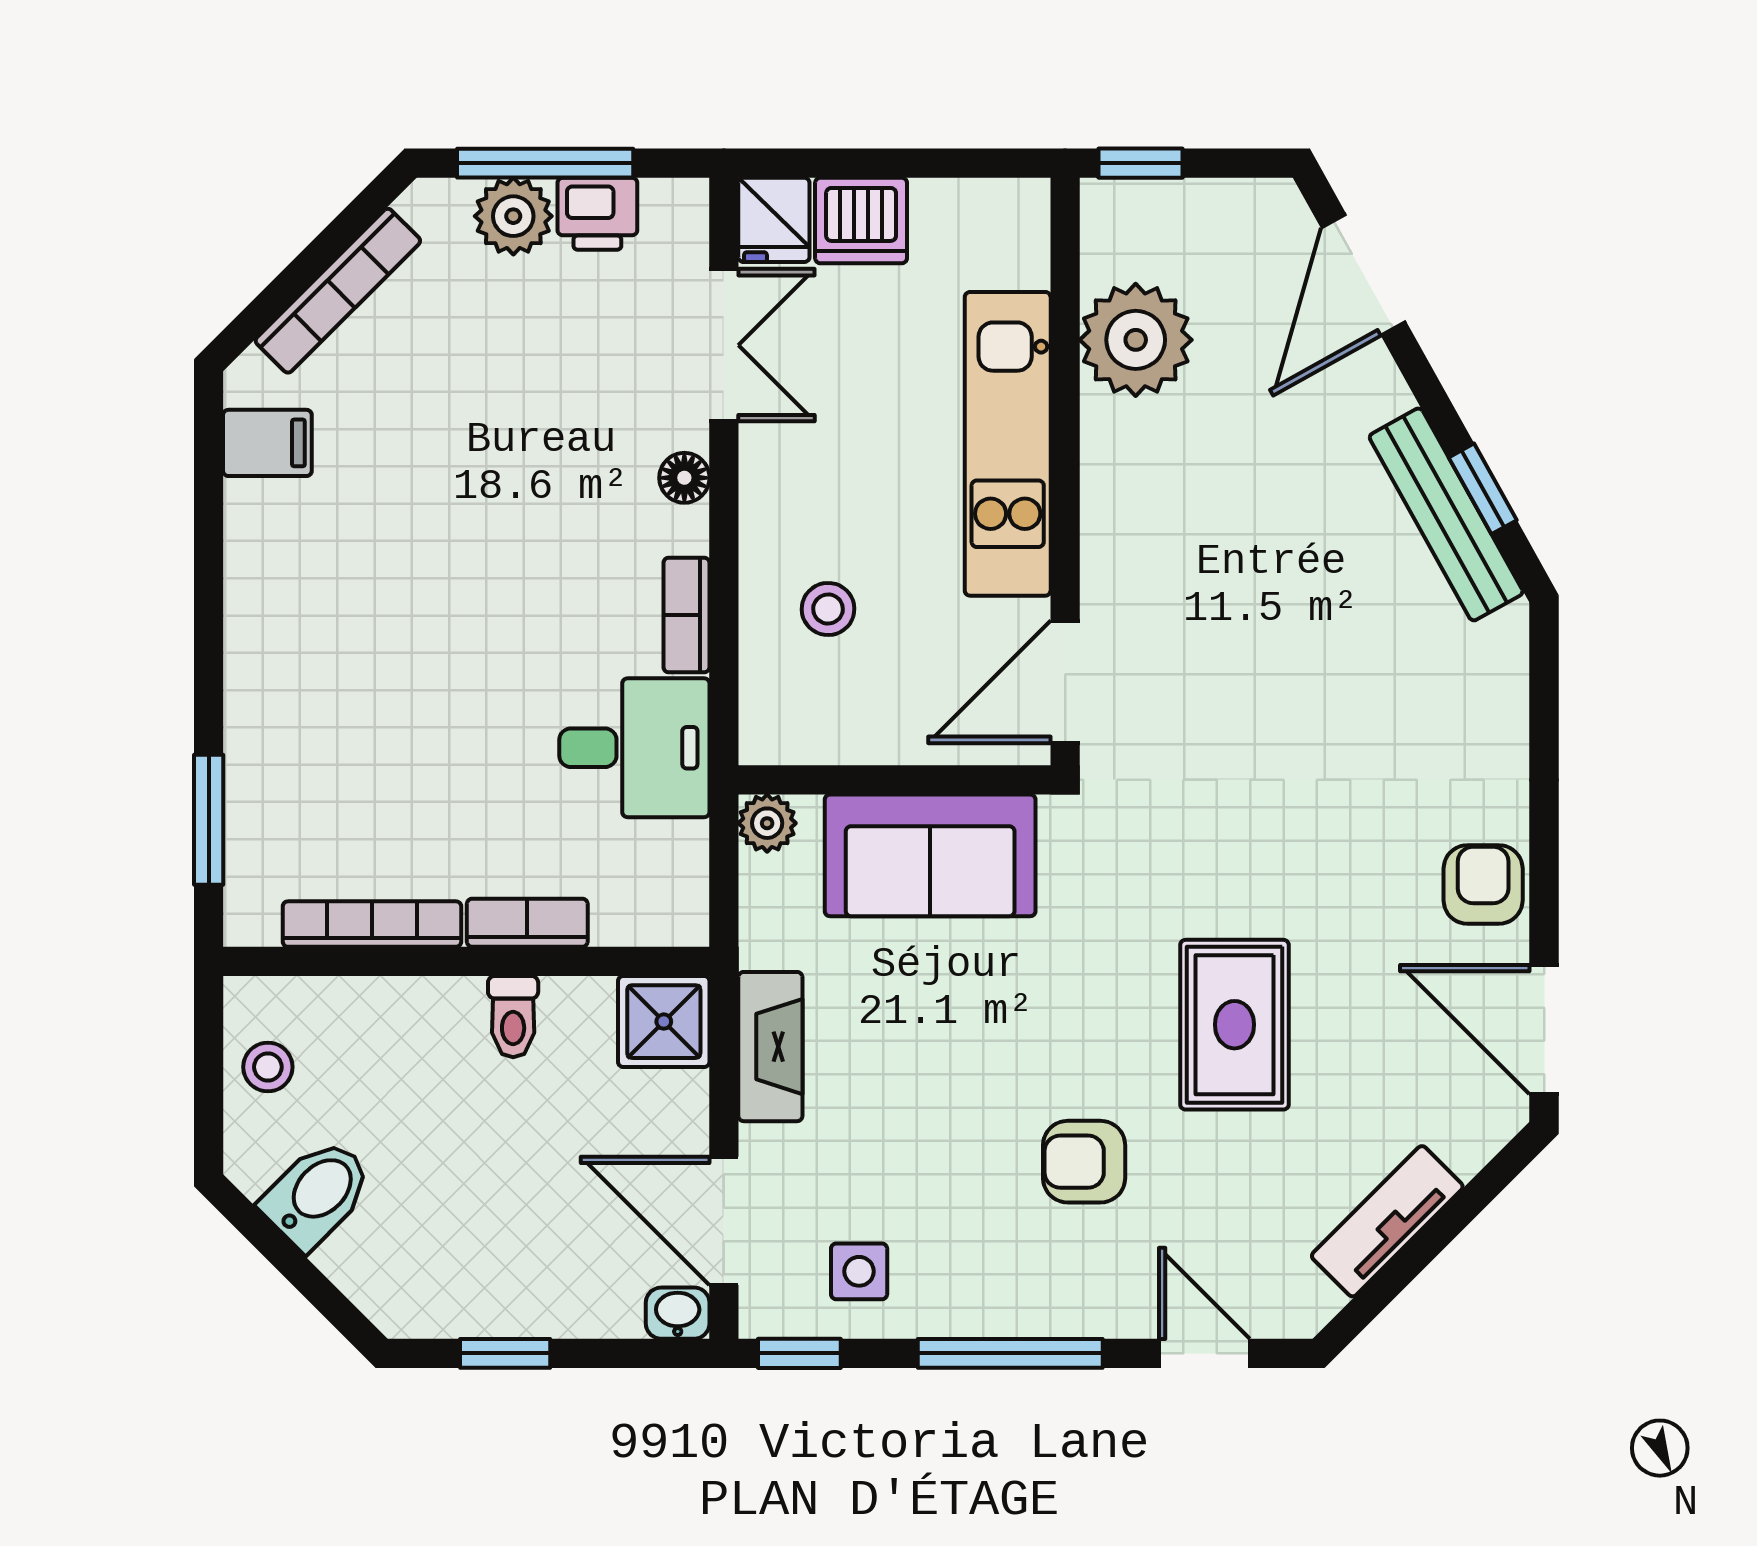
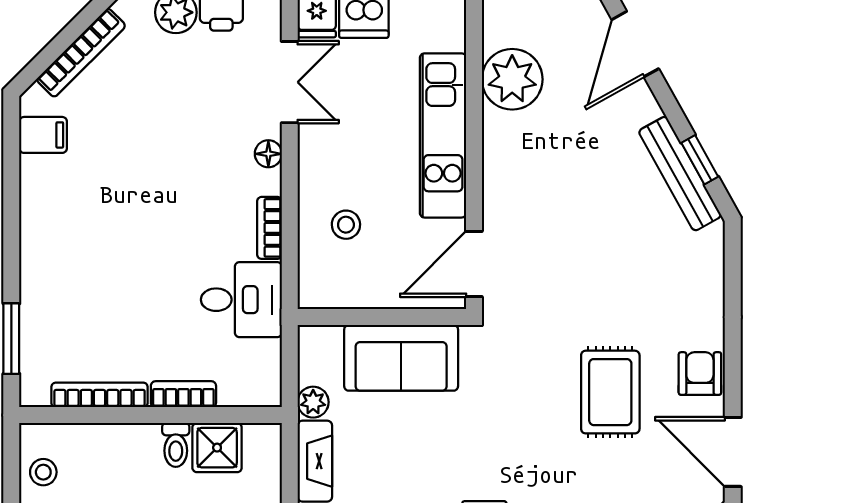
plant: (767, 823) -> (313, 402), moved
shower: (664, 1022) -> (217, 448), moved
rug: (1234, 1025) -> (610, 392), moved

